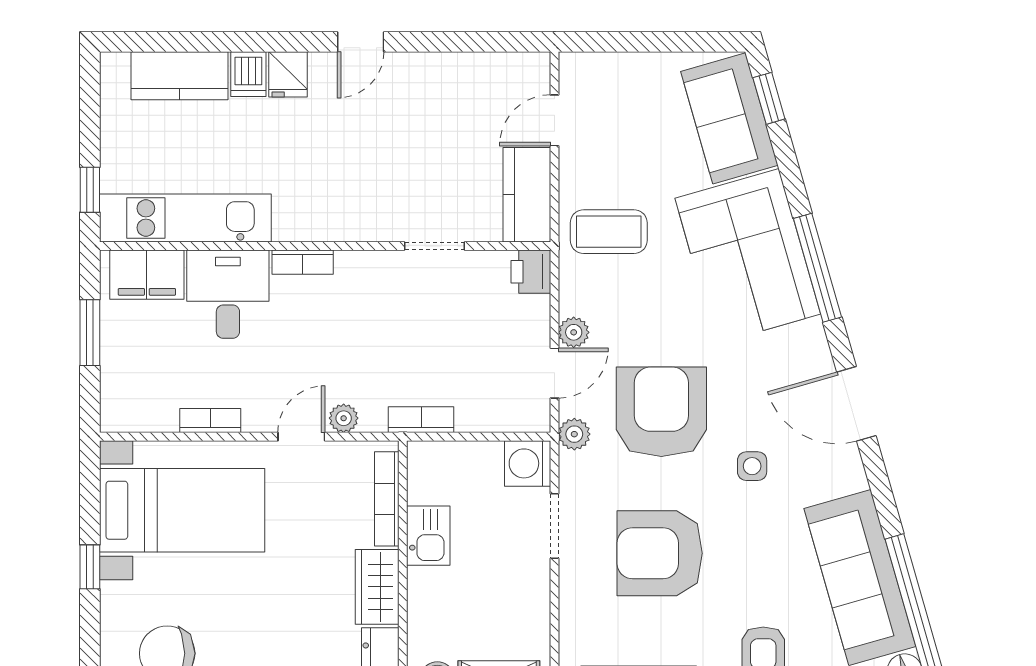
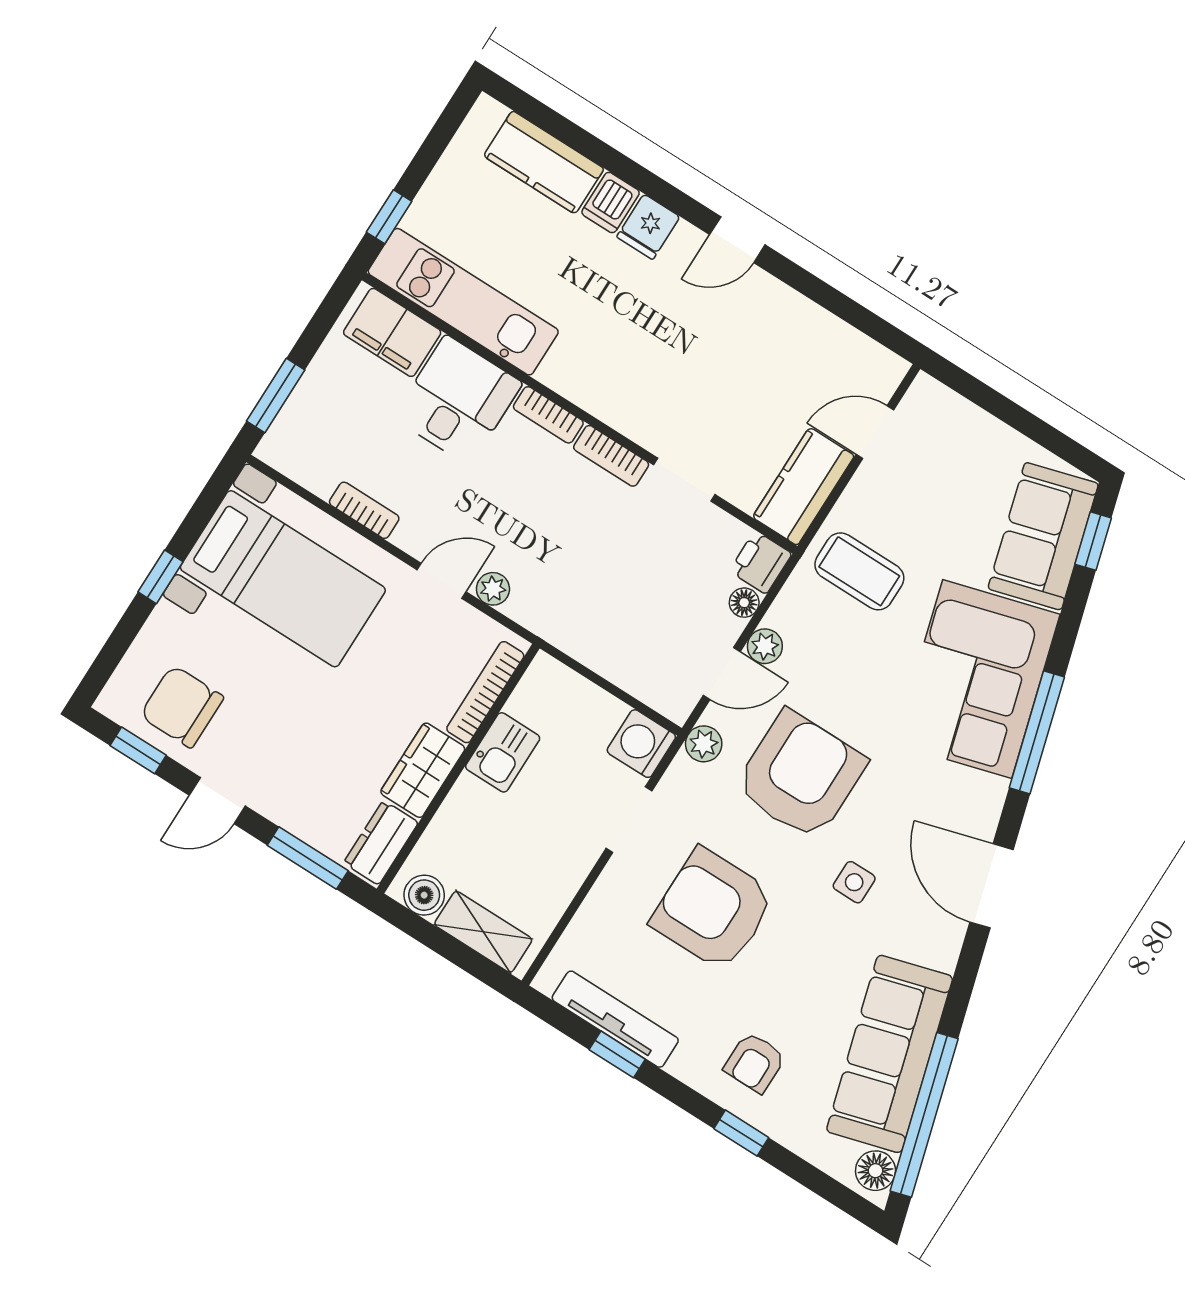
floor lamp: (538, 310) -> (744, 603), added
window: (90, 333) -> (276, 395), moved
bookcase: (421, 420) -> (611, 456), moved, turned 180

